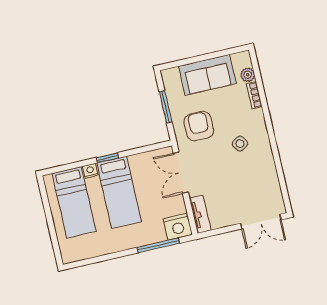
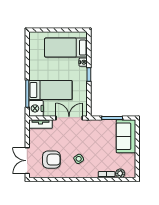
sofa: (207, 75) -> (126, 136), moved
armchair: (199, 126) -> (51, 160), moved
bed: (119, 192) -> (50, 90), moved, turned 180

